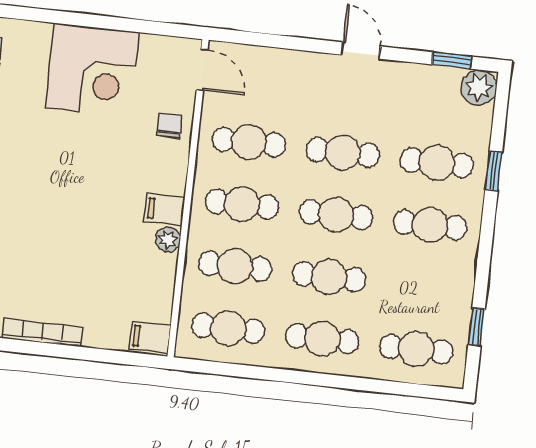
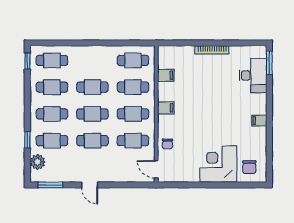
window: (452, 61) -> (50, 185), width x1.50
corner desk: (92, 70) -> (218, 164), moved
plant: (479, 87) -> (38, 162), moved
plant: (168, 240) -> (163, 95), removed
window: (476, 327) -> (27, 61), moved
filing cabinet: (150, 337) -> (166, 75), moved
cafe table: (322, 339) -> (52, 87), moved

